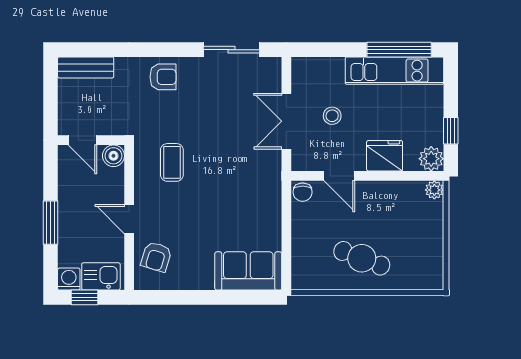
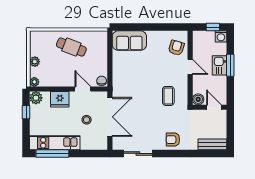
double door: (286, 121) -> (110, 117), width x1.37
plant: (434, 230) -> (35, 62), added
kitchen sink: (101, 276) -> (220, 65), moved, turned 90

